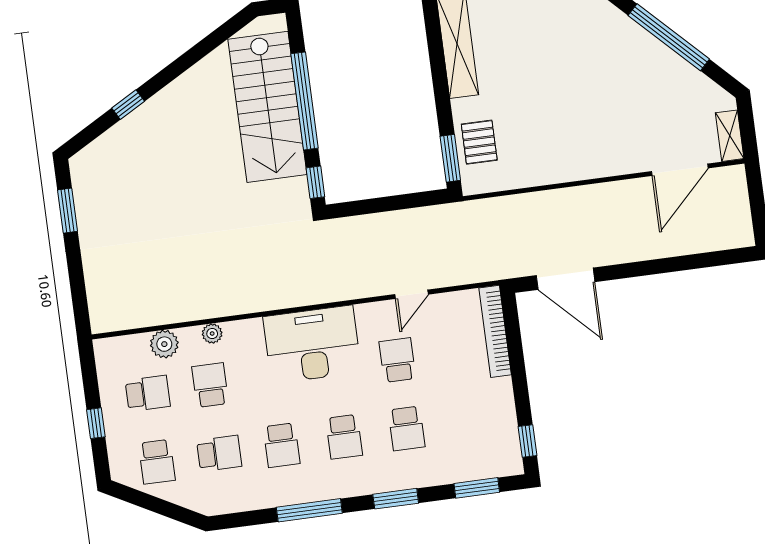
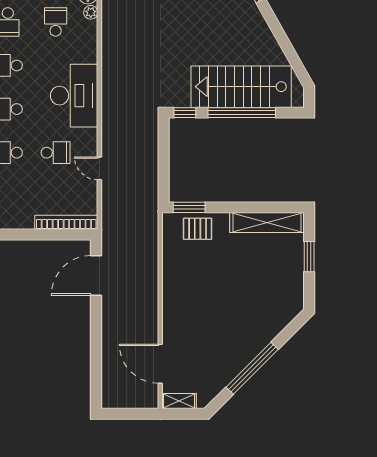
plant: (212, 334) -> (91, 12), moved
school desk: (210, 385) -> (56, 22), turned -90

